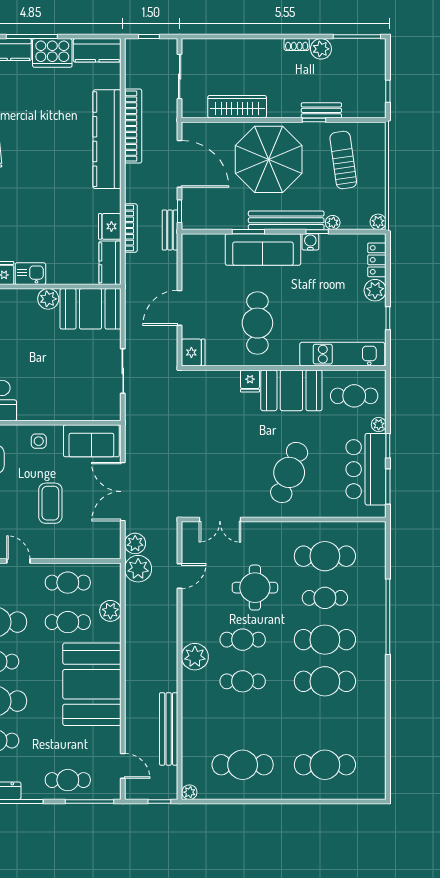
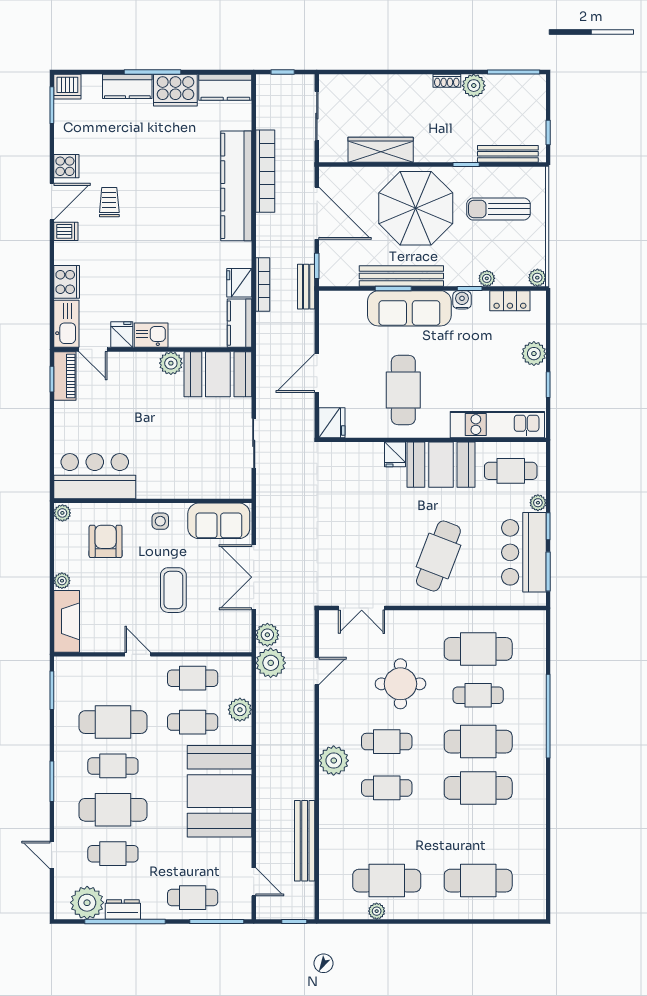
bench: (321, 110) -> (508, 154), moved, width x1.36
sun lounger: (343, 160) -> (498, 209), turned -82
bench: (286, 220) -> (401, 276), moved
locker: (377, 260) -> (510, 301), moved, turned -90
plant: (189, 792) -> (377, 911), moved

